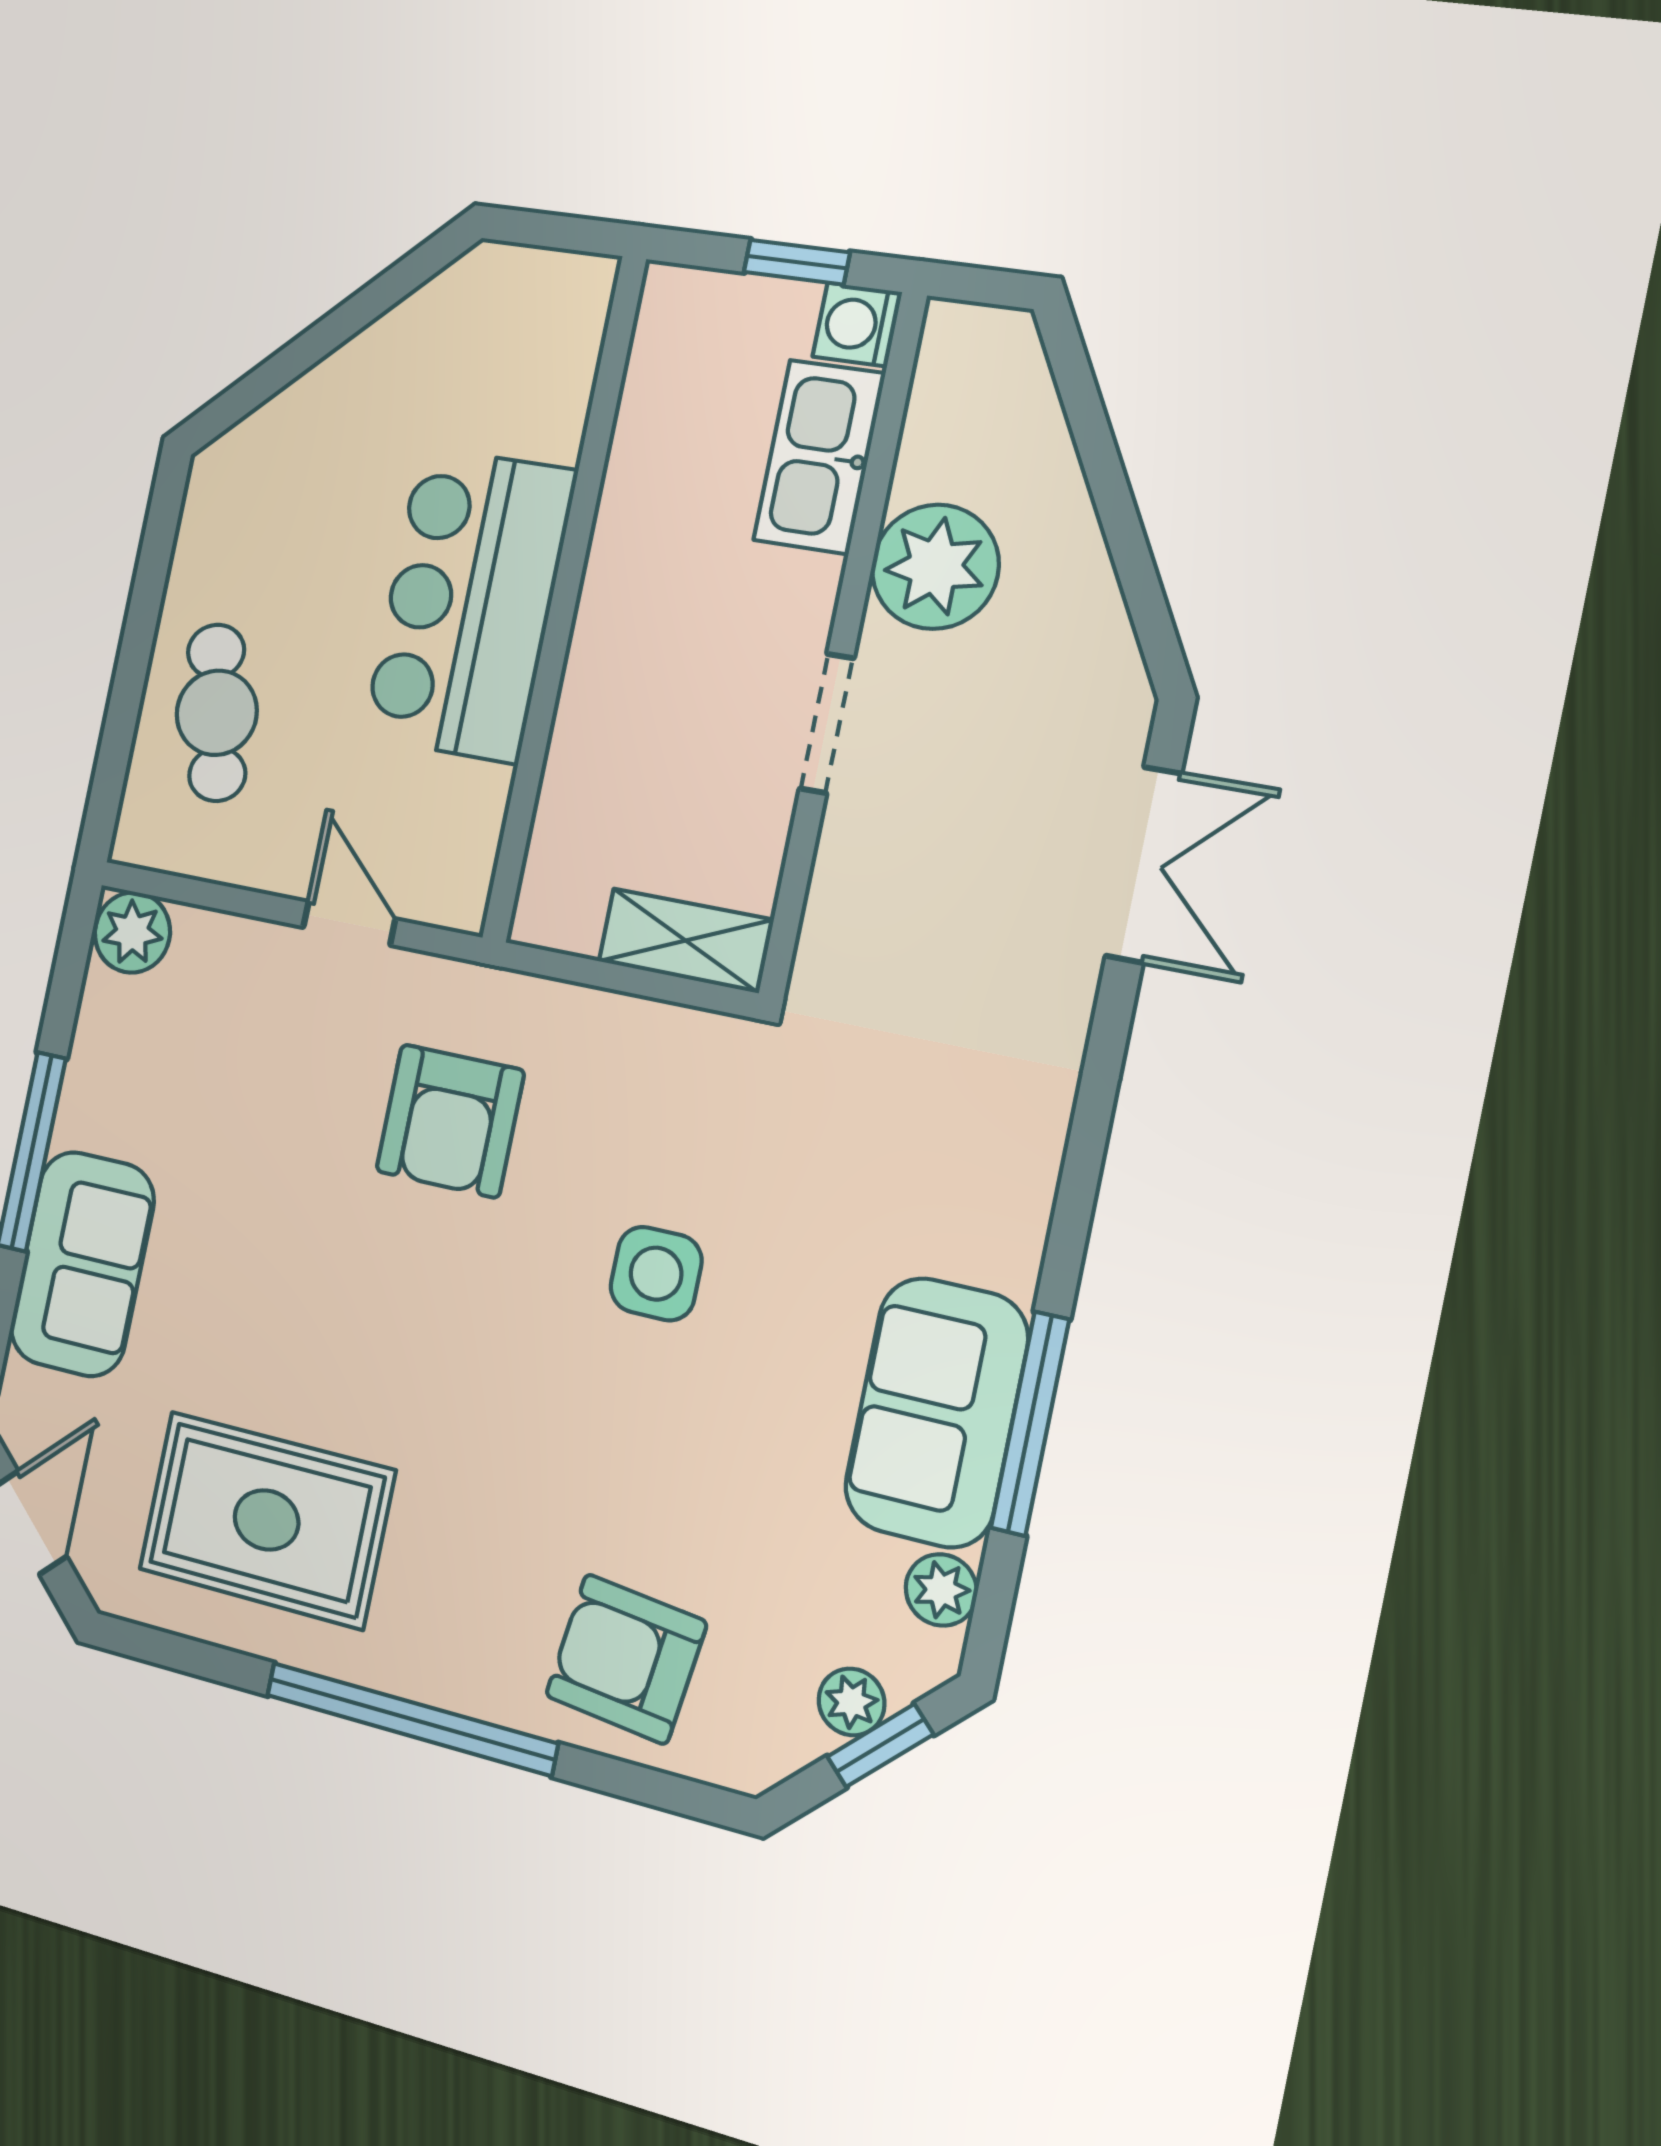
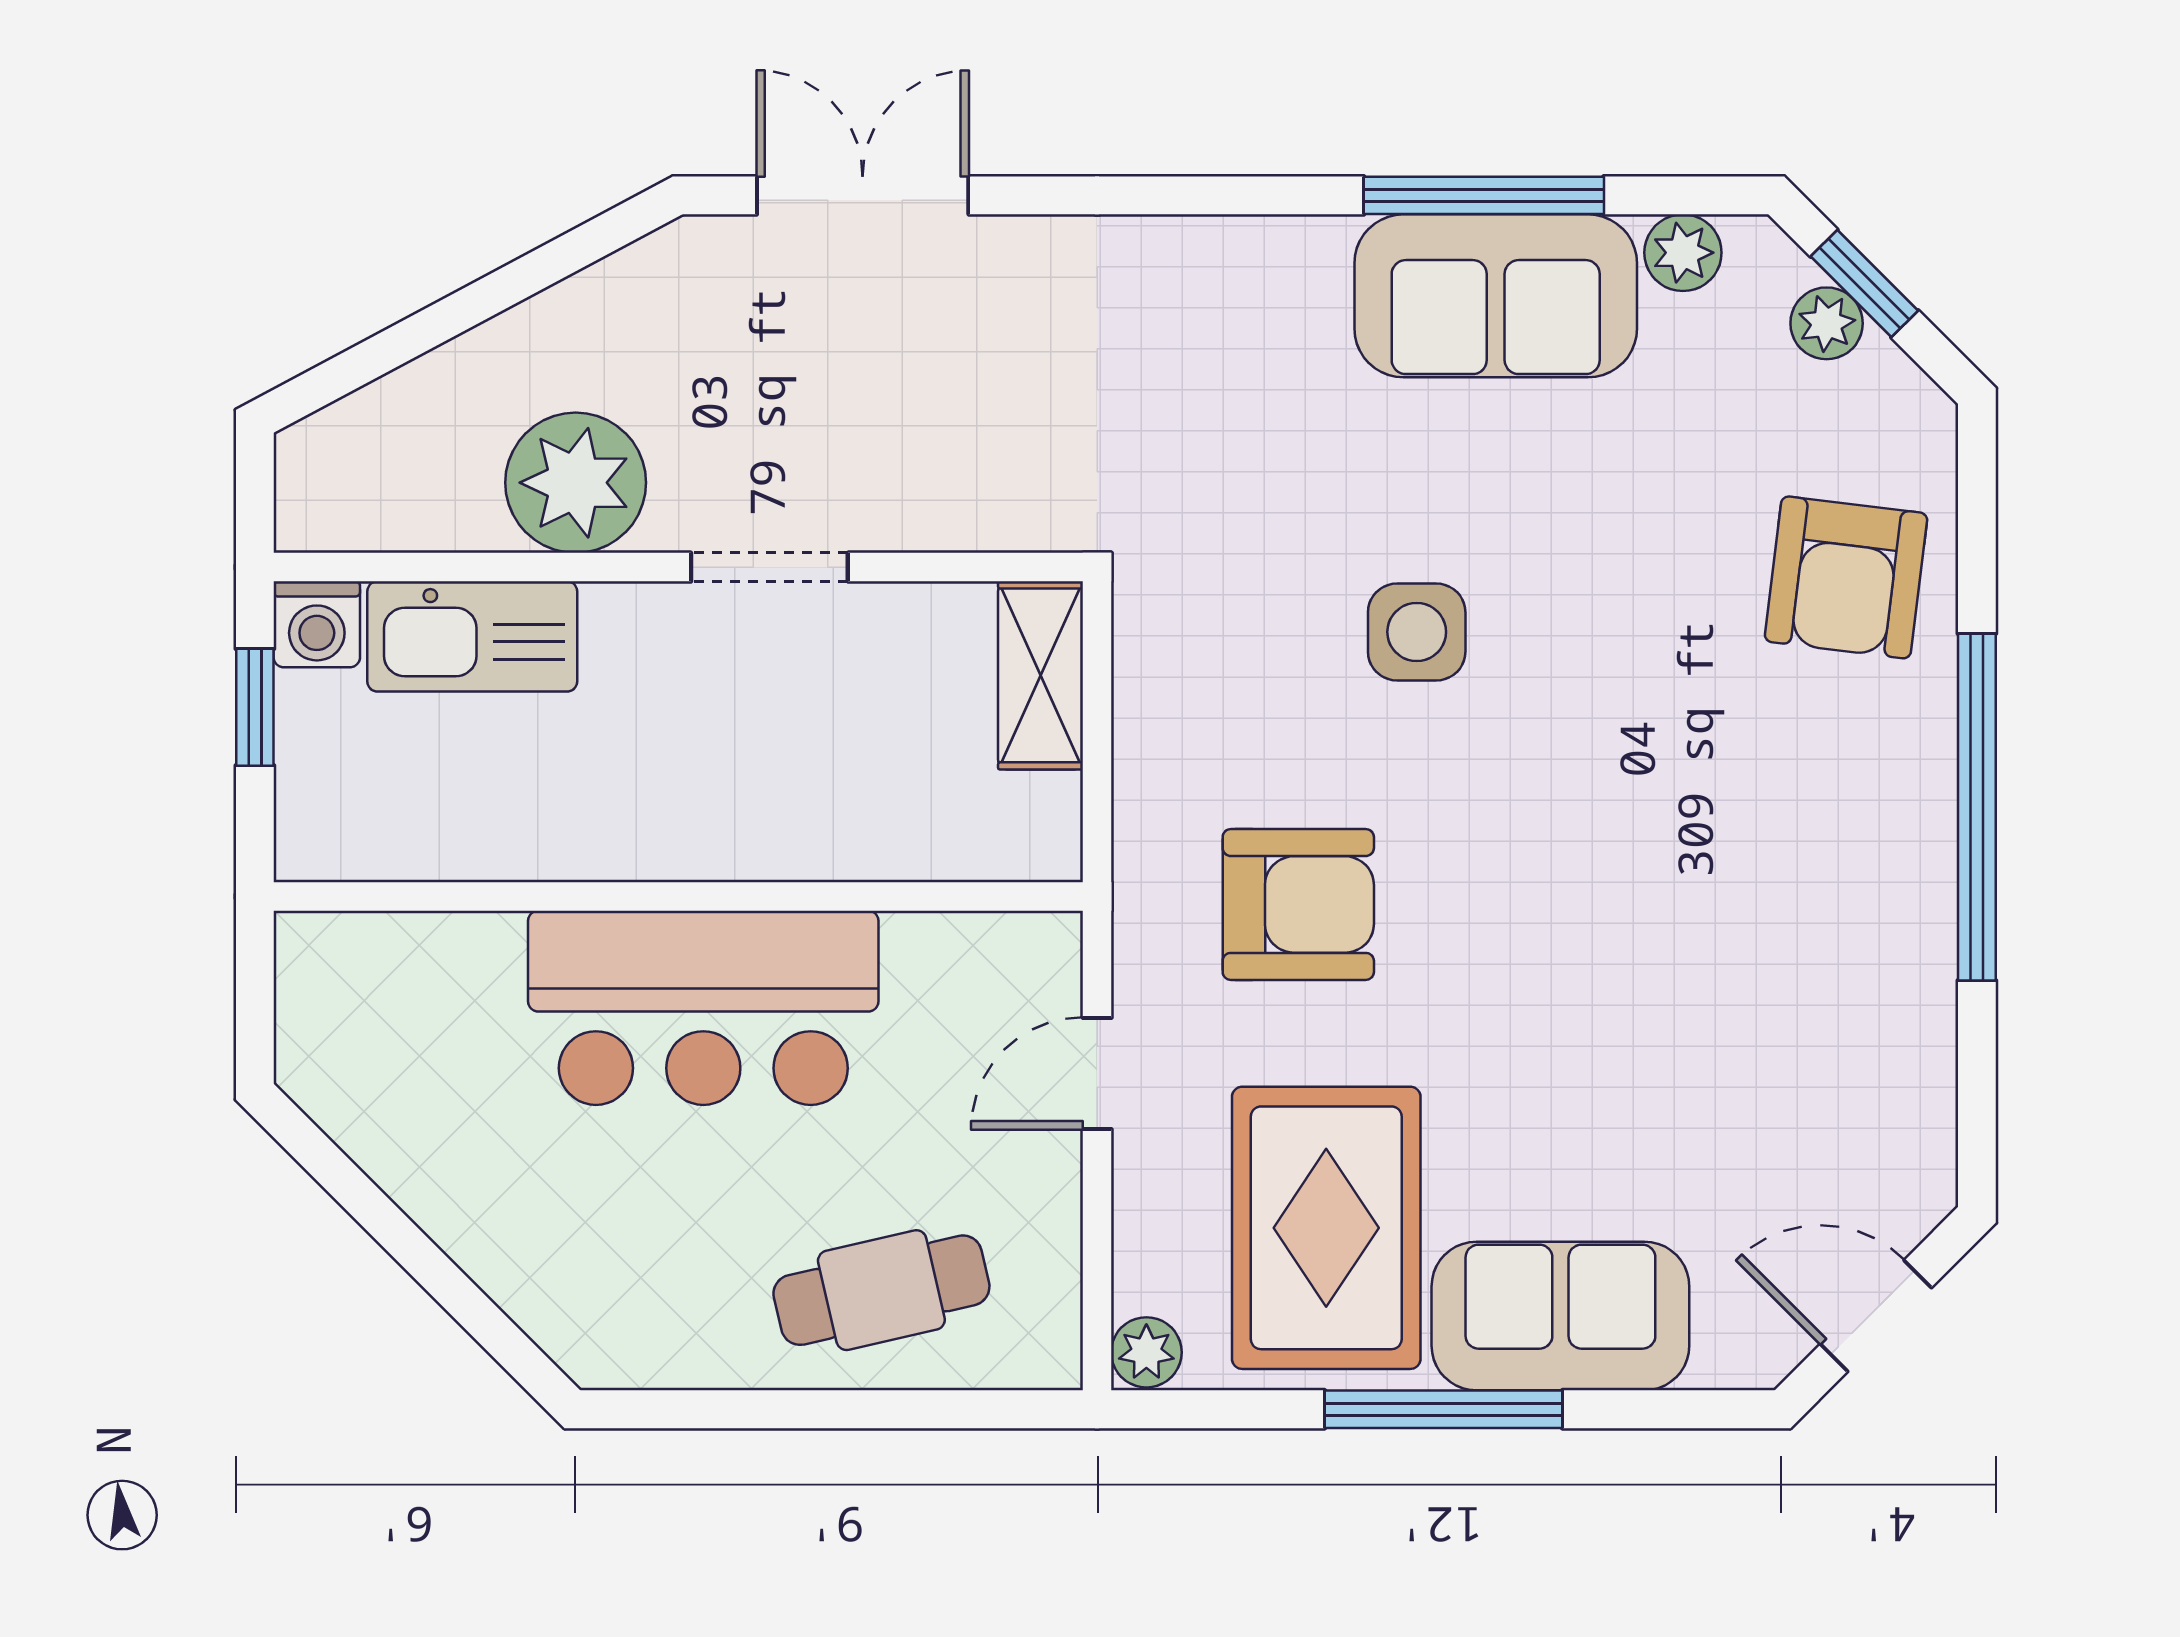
plant: (132, 932) -> (1146, 1352), width x0.73, depth x0.73
rug: (267, 1520) -> (1326, 1228), moved

